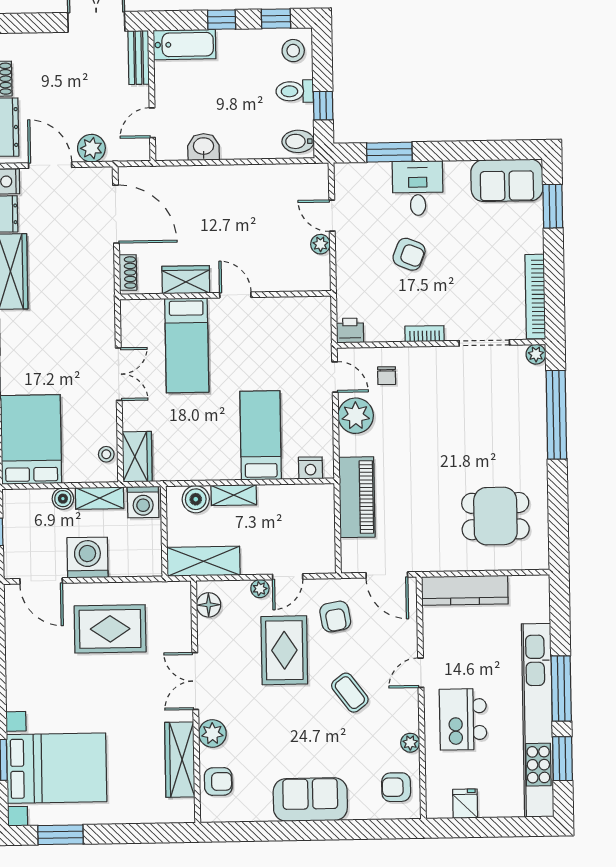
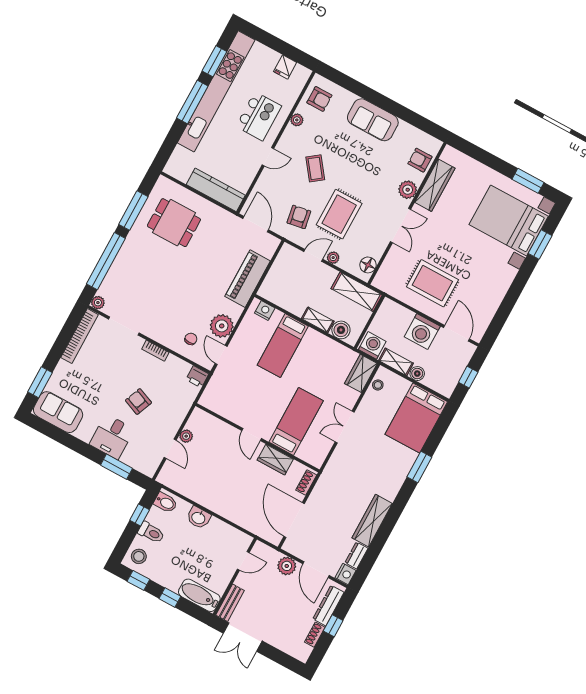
washbasin: (203, 147) -> (199, 518), moved
window: (558, 502) -> (133, 210), added

